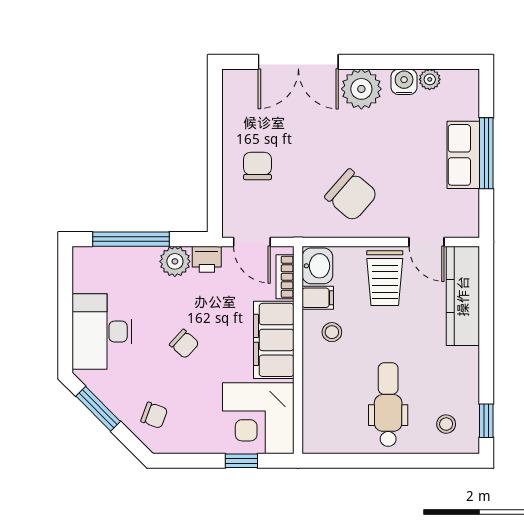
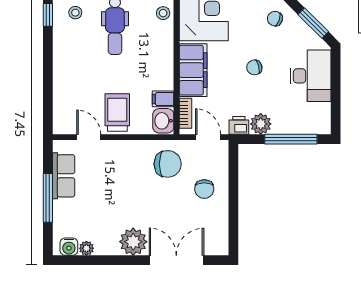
water cooler: (404, 82) -> (69, 247), moved
row of seats: (463, 155) -> (64, 176), moved
chair: (351, 195) -> (168, 164), moved, turned 139
kitchen counter: (463, 296) -> (64, 100), removed
stool: (332, 332) -> (163, 13), moved
chair: (184, 344) -> (254, 67), turned -56

